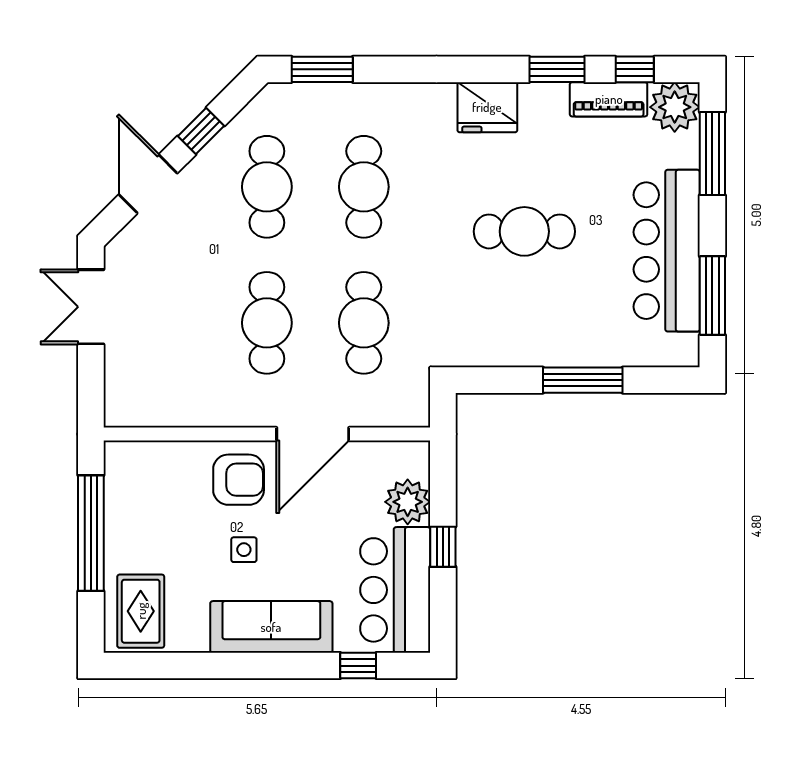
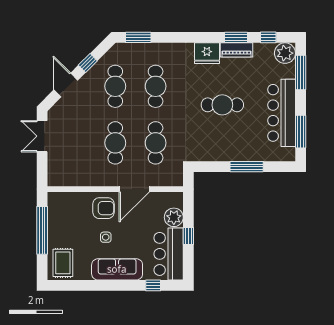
piano: (609, 99) -> (236, 50), moved

